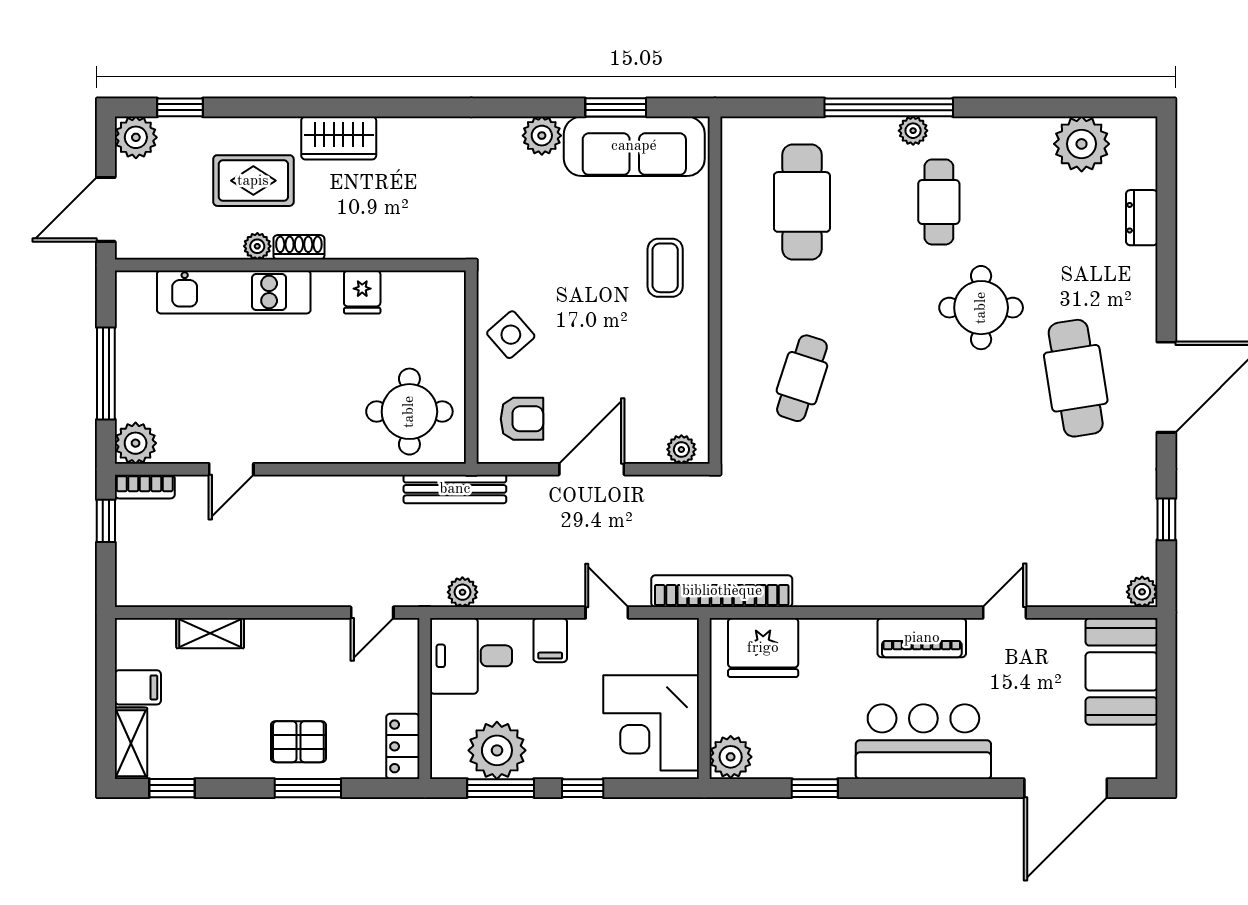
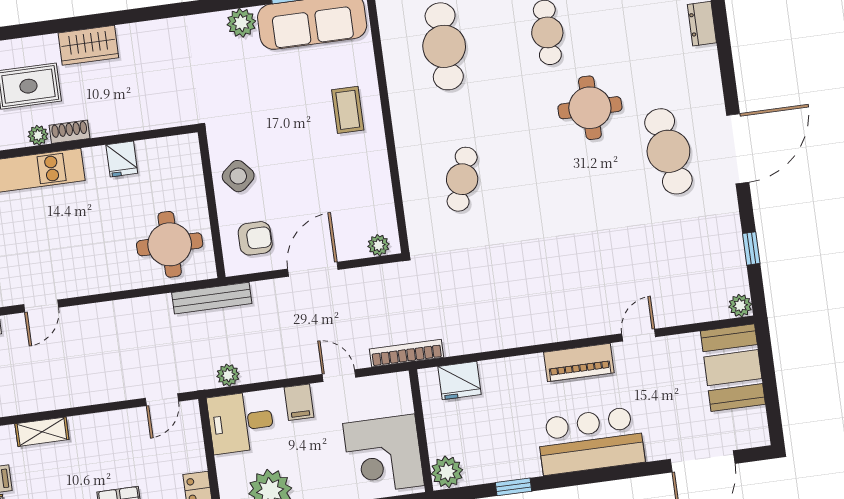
bookcase: (722, 591) -> (407, 353), width x0.68, depth x0.76
fridge: (763, 648) -> (459, 381), width x0.73, depth x0.75

